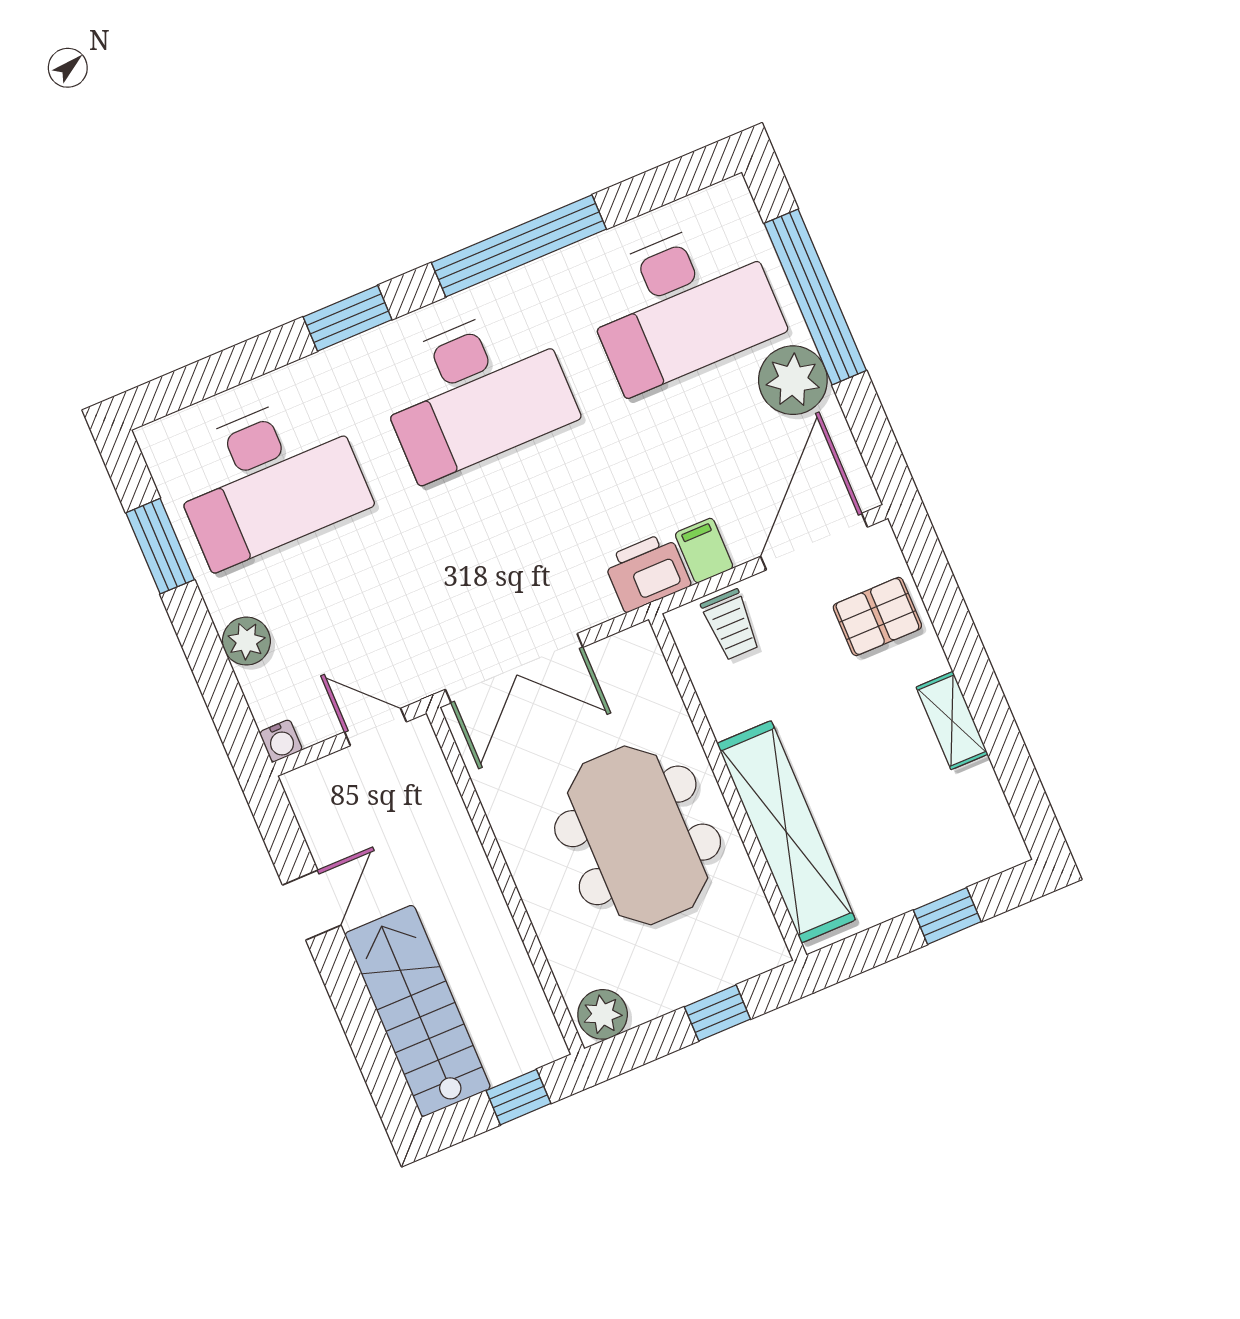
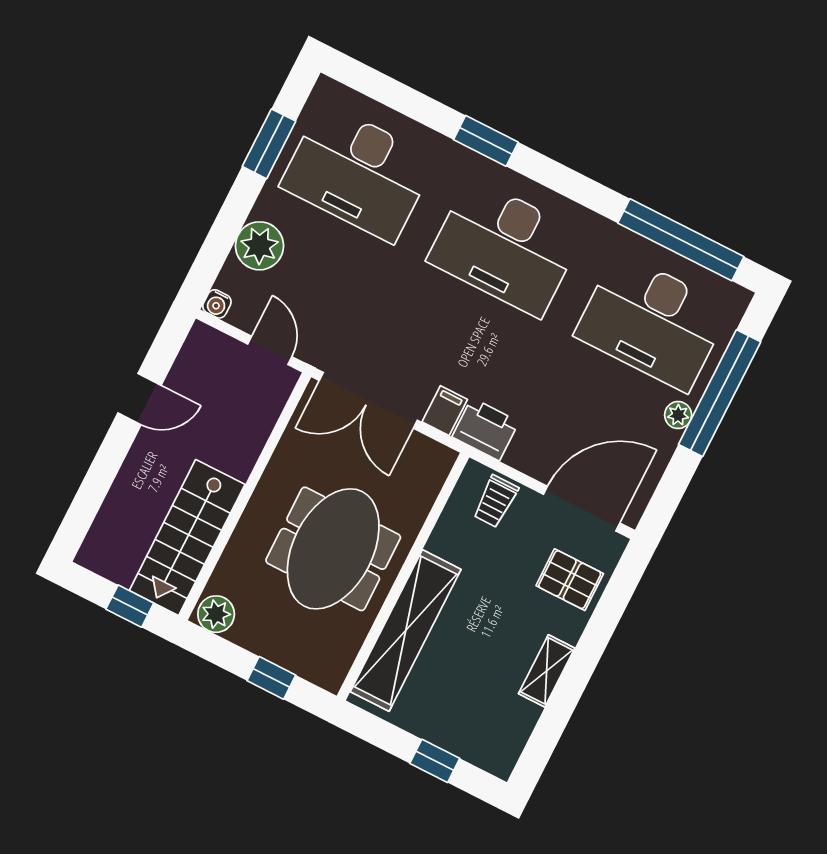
window: (519, 246) -> (681, 240), moved
plant: (793, 380) -> (678, 415), width x0.53, depth x0.53
filing cabinet: (704, 550) -> (445, 411), moved
plant: (246, 641) -> (259, 246), width x1.36, depth x1.36
stairs: (418, 1011) -> (187, 537), moved, turned 180

